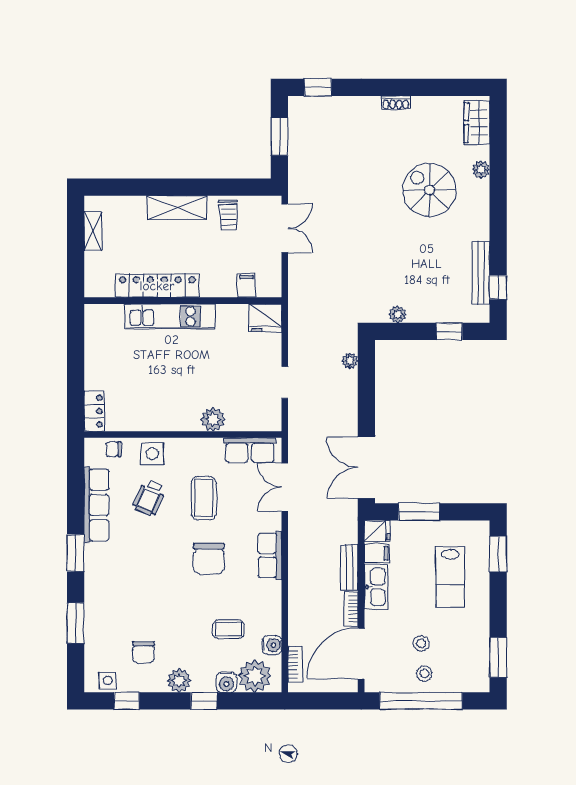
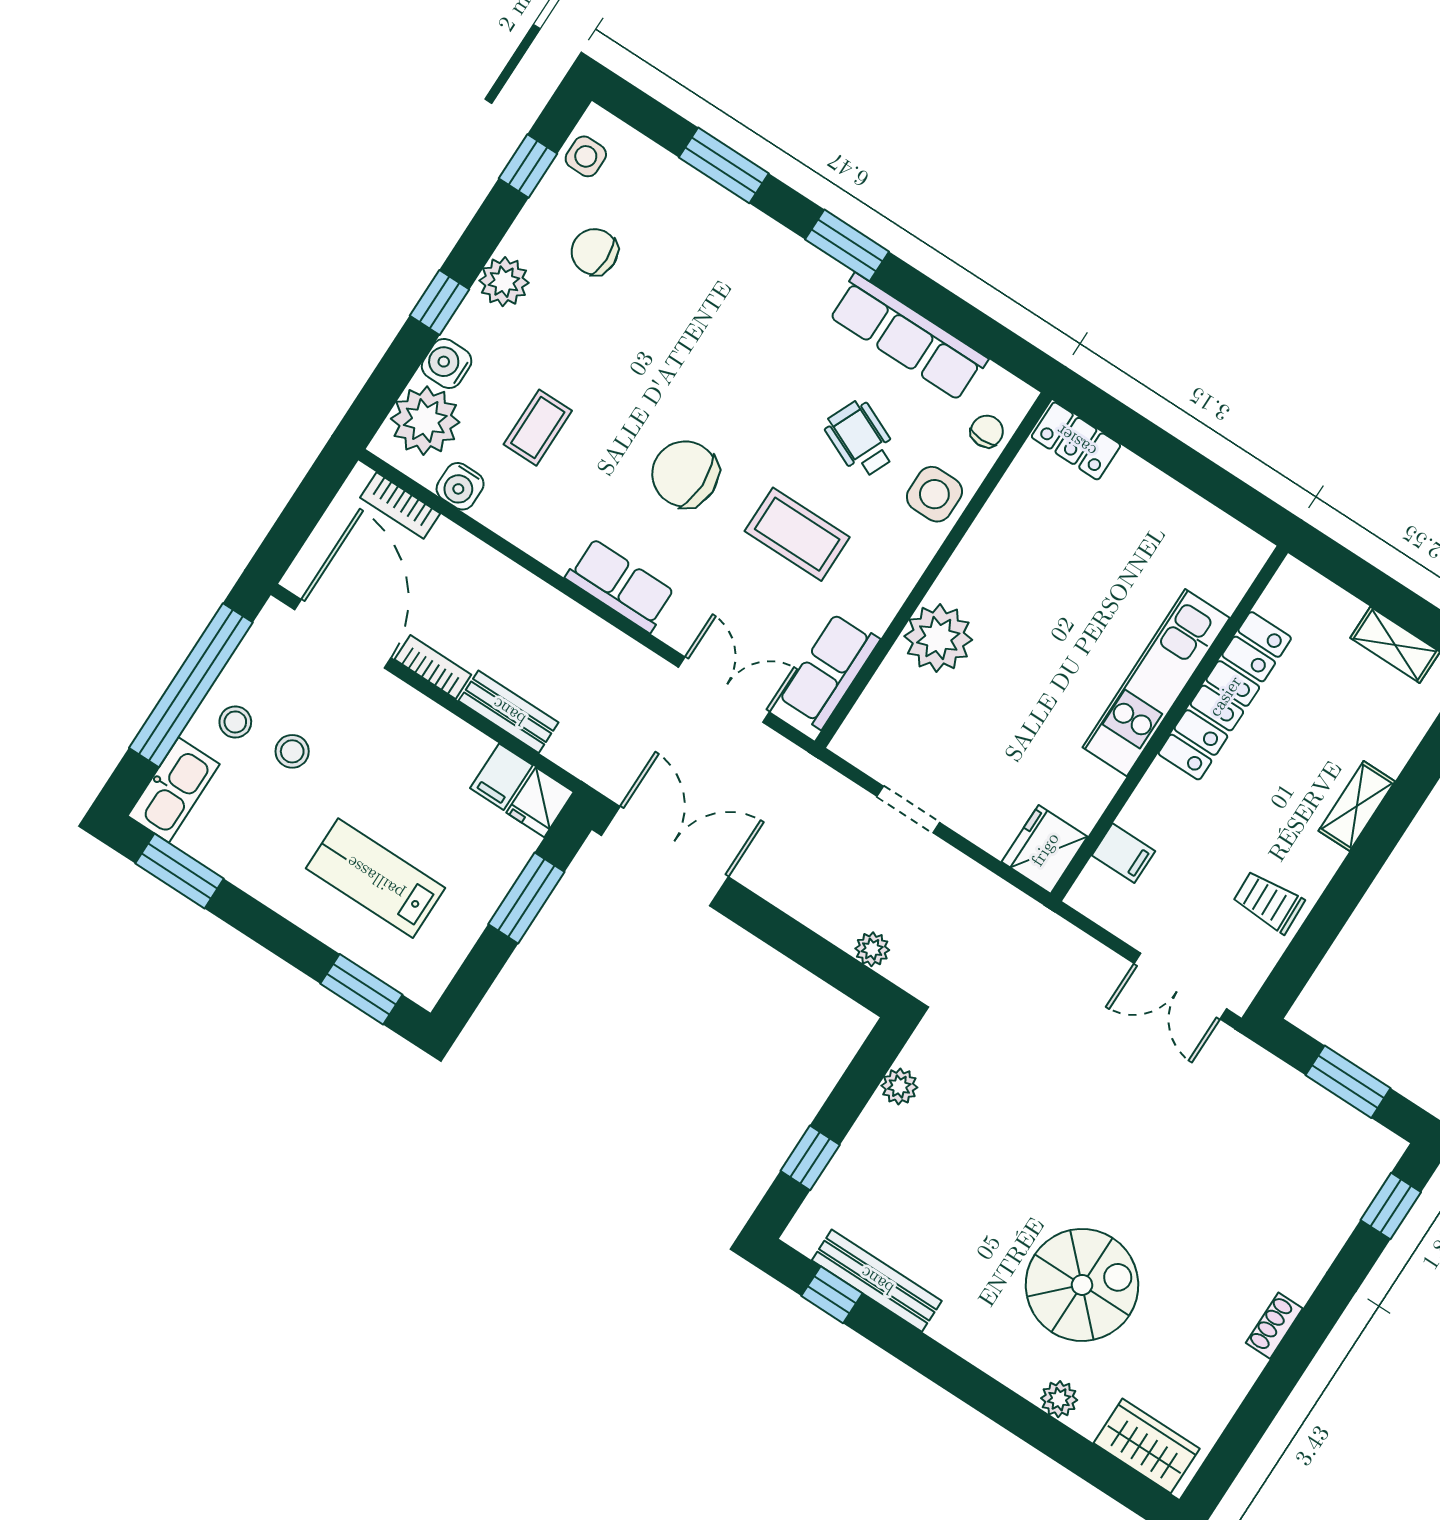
shelving: (177, 207) -> (1357, 806), width x0.67, depth x0.75
plant: (213, 419) -> (938, 638), width x1.36, depth x1.36
kitchen sink: (376, 587) -> (174, 790), moved, turned -90

